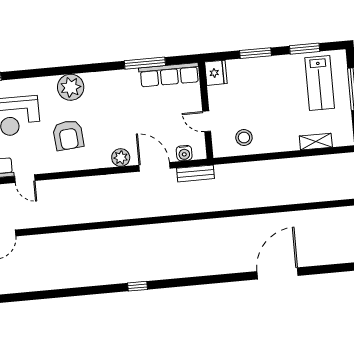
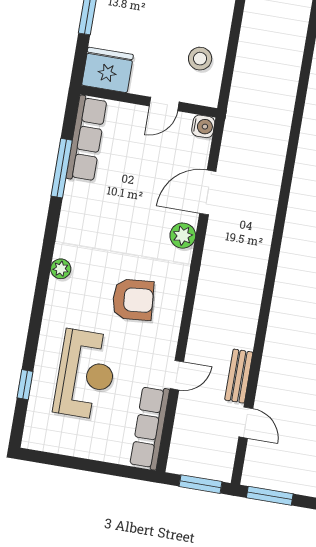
fridge: (216, 73) -> (108, 70), width x1.36, depth x1.34
plant: (71, 87) -> (61, 269), width x0.53, depth x0.53
water cooler: (184, 153) -> (203, 126), moved
bench: (196, 173) -> (239, 376), moved

